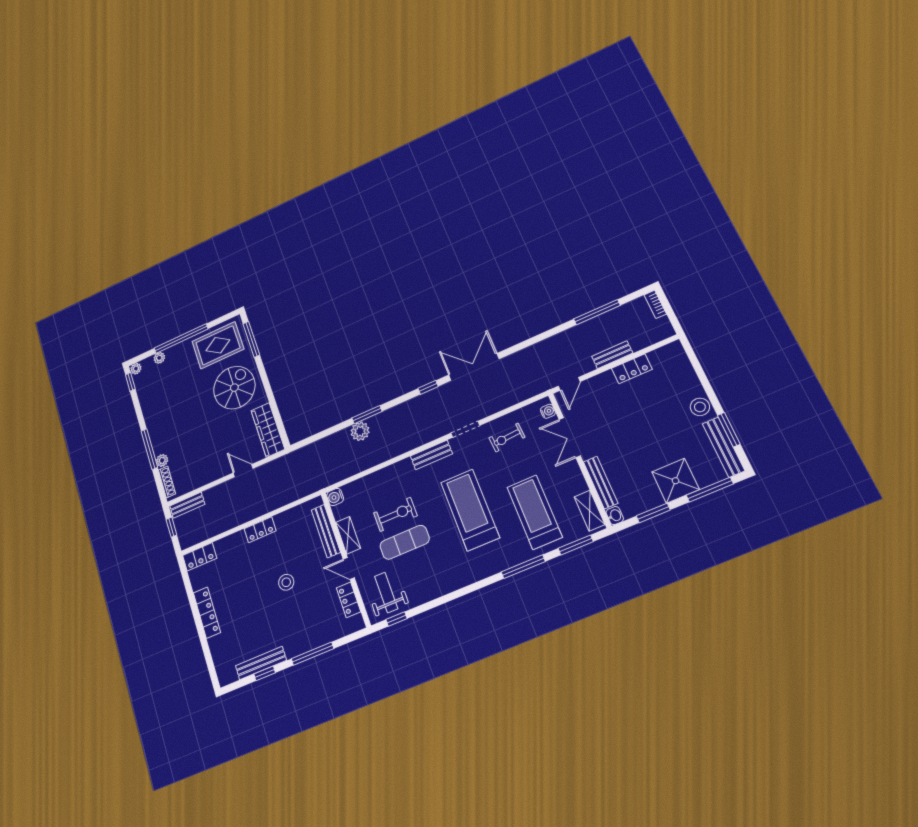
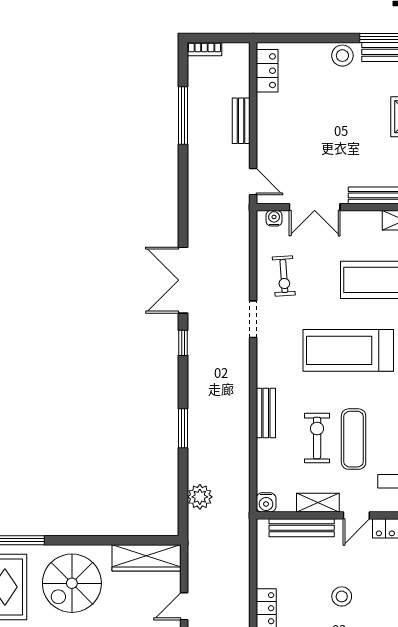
locker: (632, 369) -> (267, 71), moved
spiral stairs: (234, 388) -> (72, 583), turned -90
plant: (360, 431) -> (200, 497), moved
bench: (431, 455) -> (266, 413), moved

